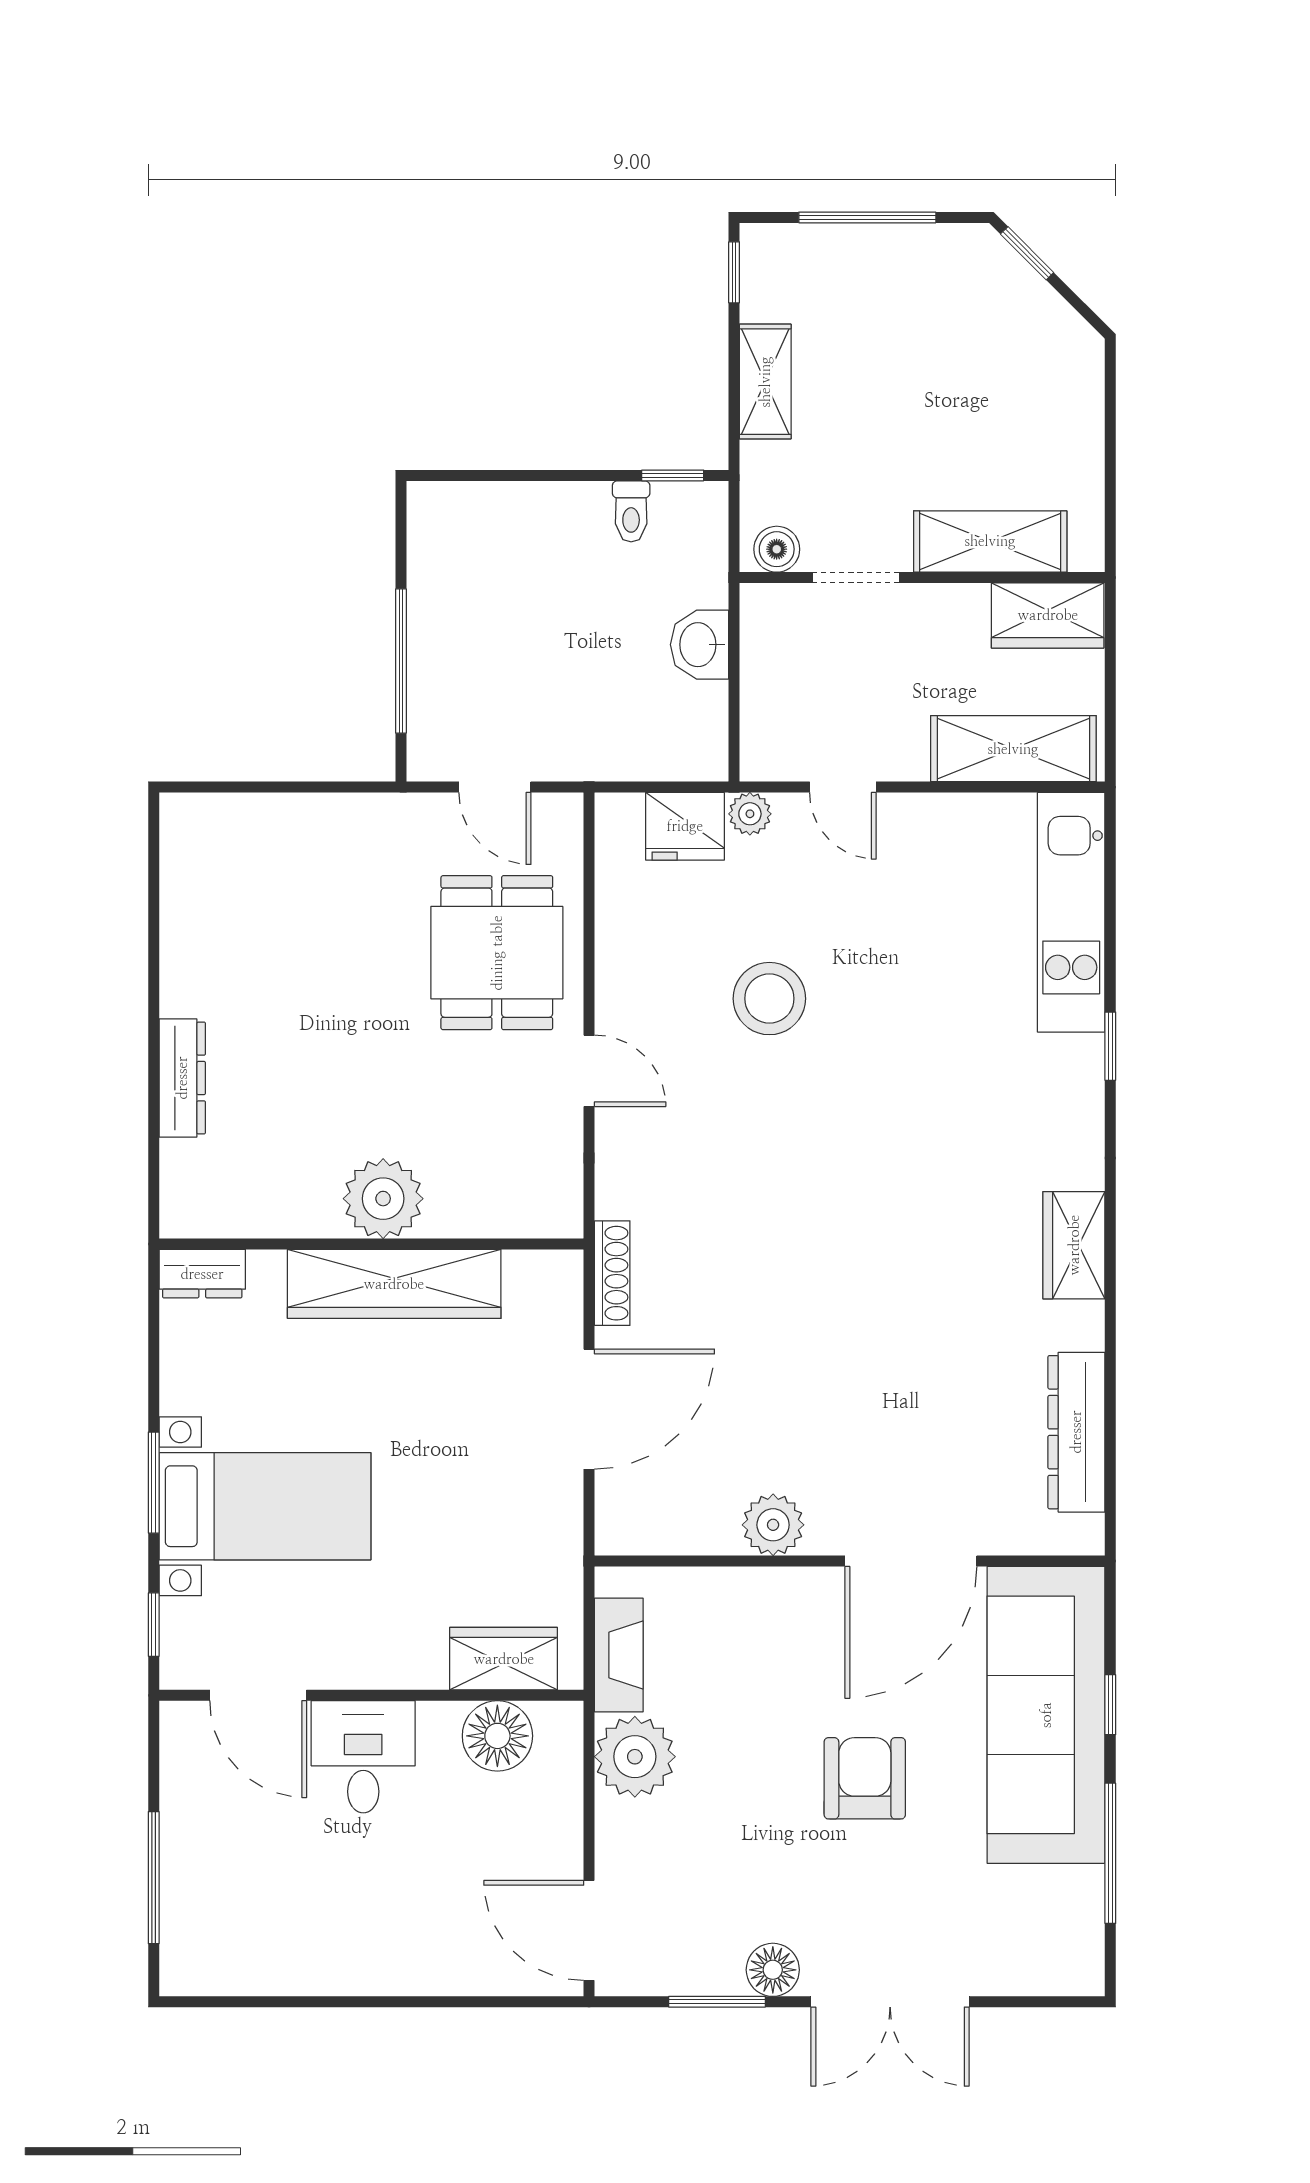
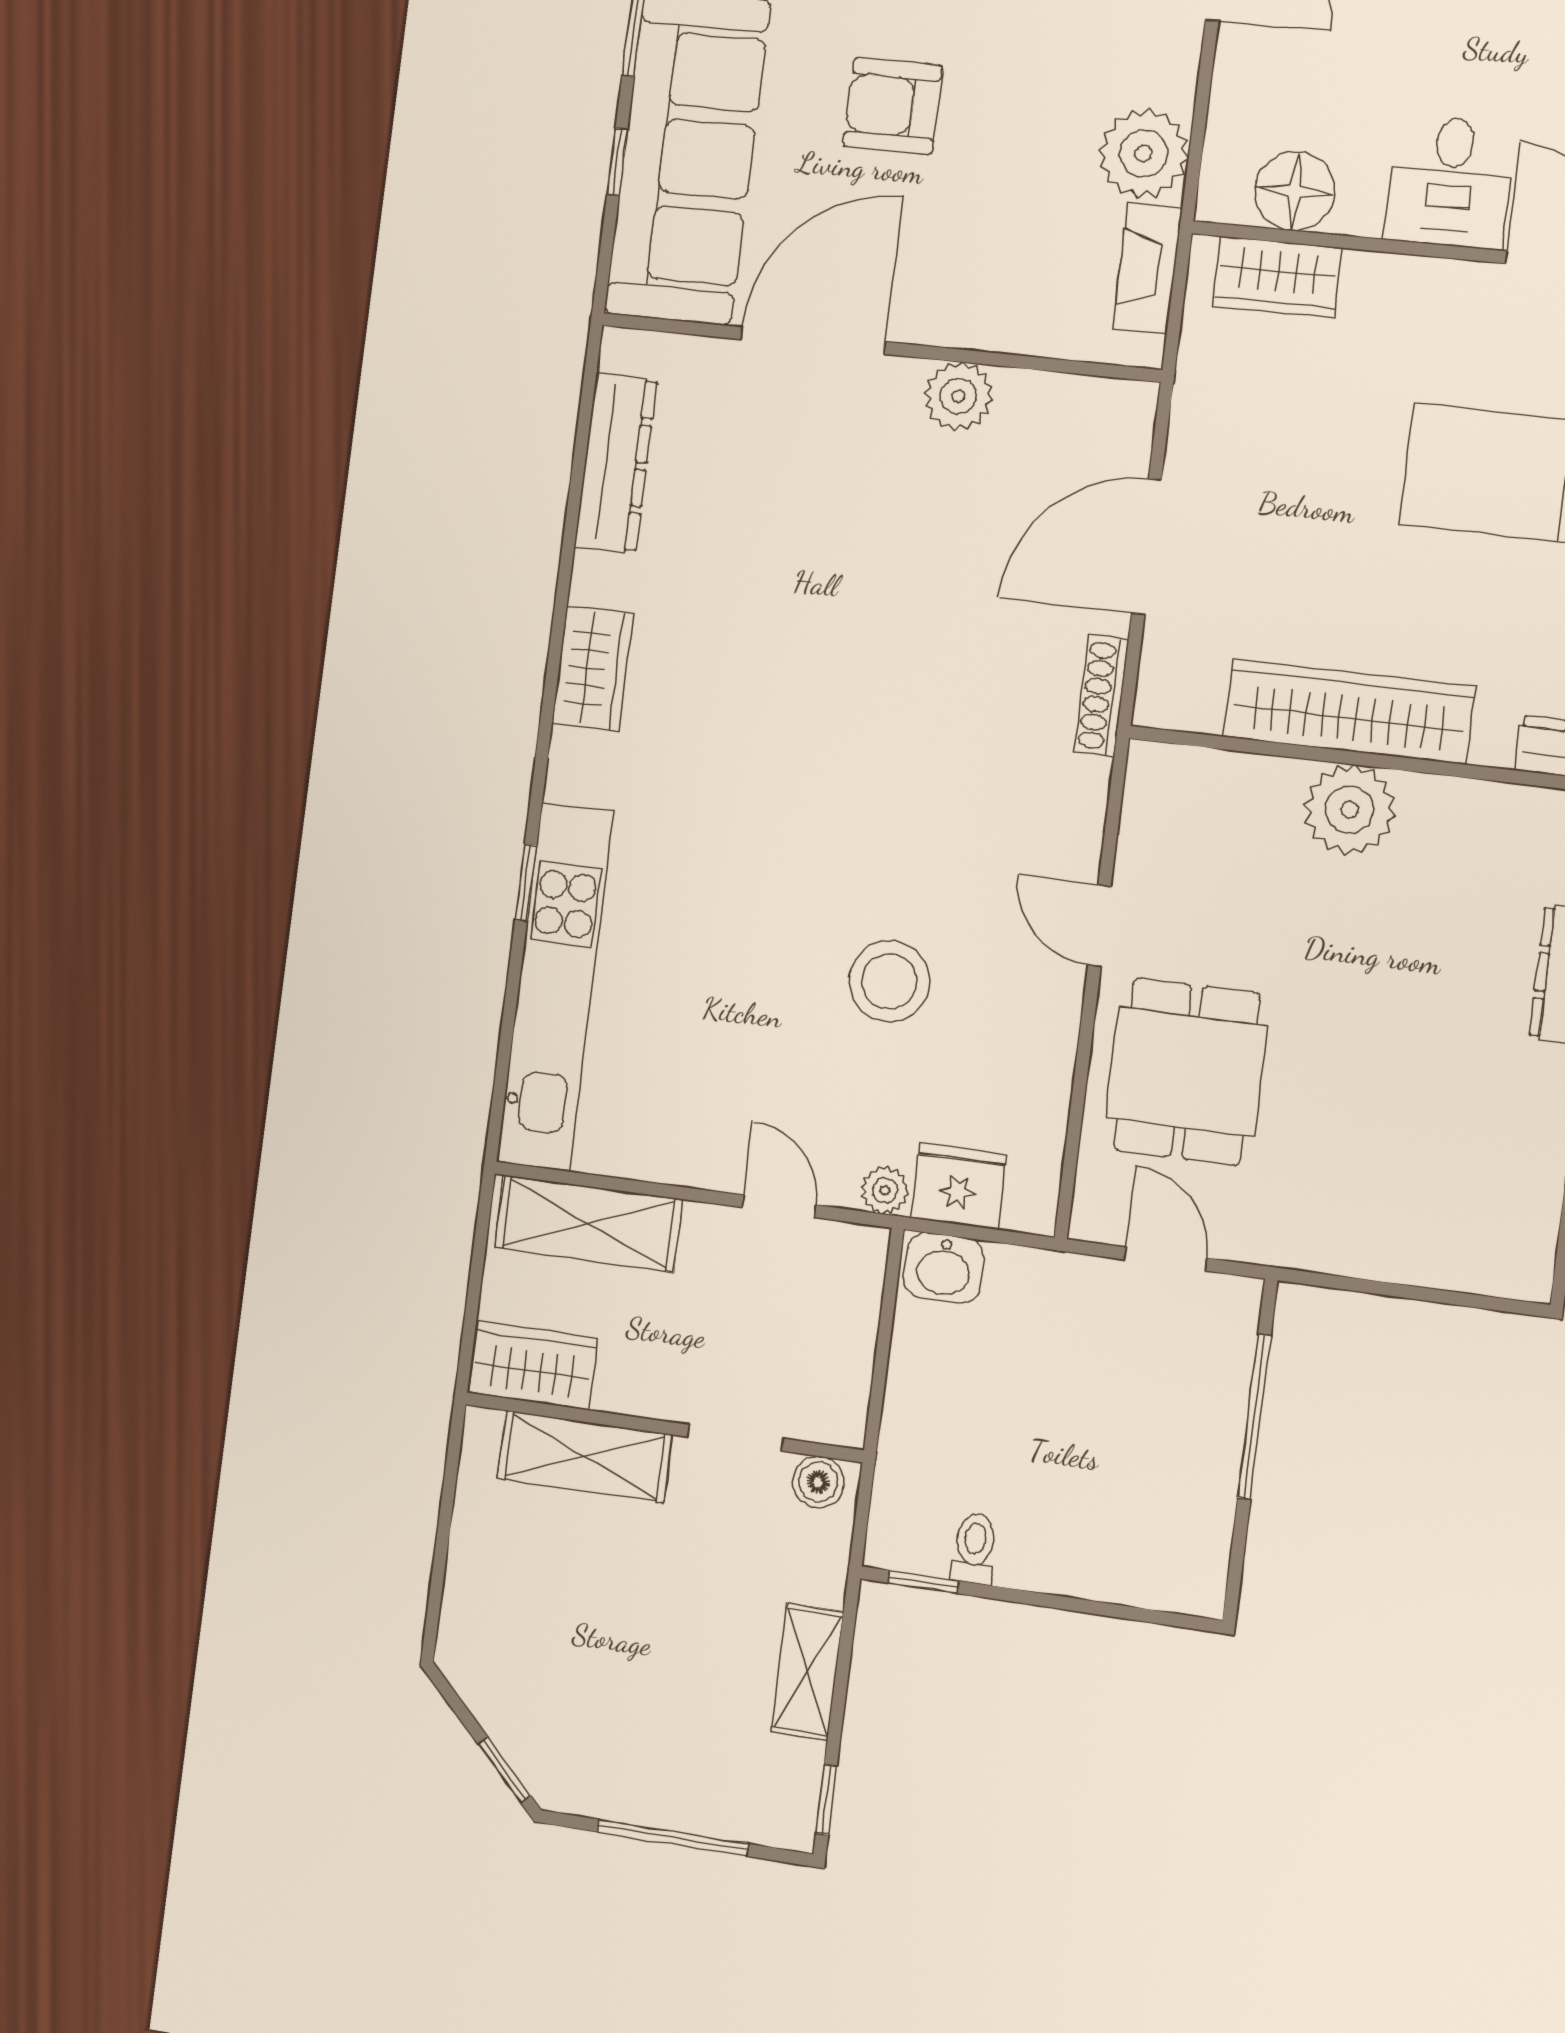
washbasin: (700, 645) -> (944, 1268), moved, turned 90
kitchen unit: (1071, 912) -> (555, 987), width x1.36
armchair: (865, 1778) -> (893, 106), turned 90

